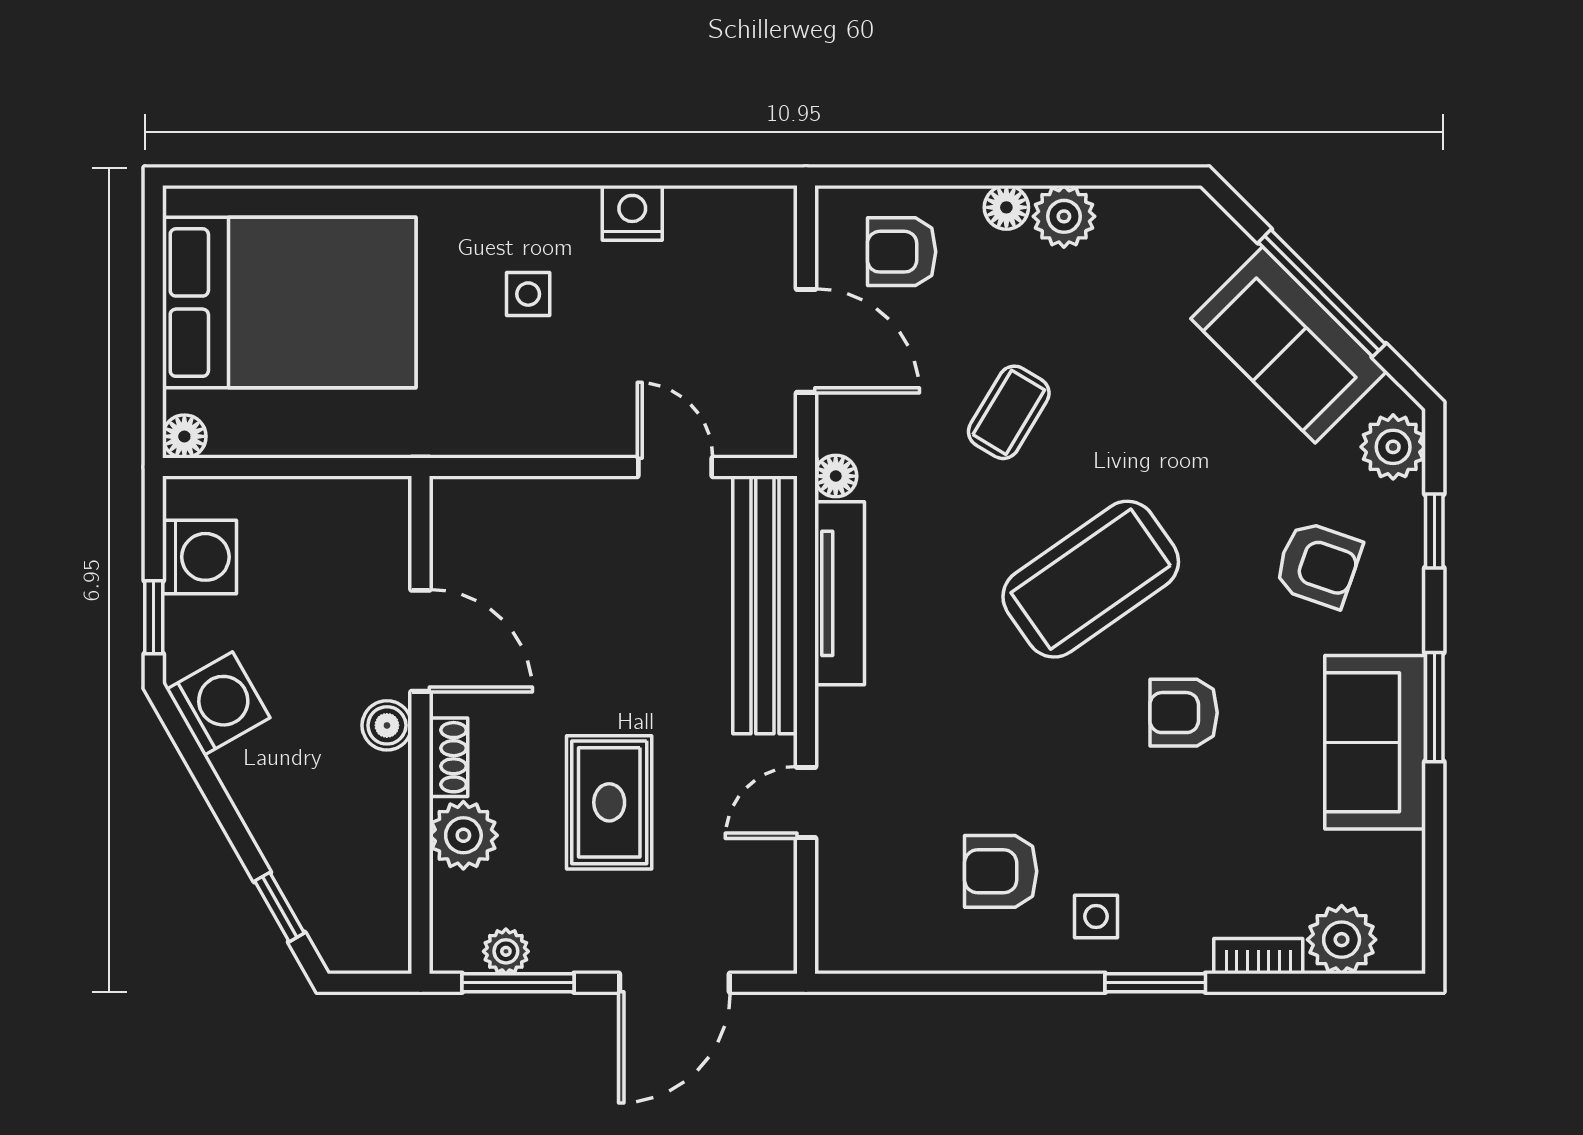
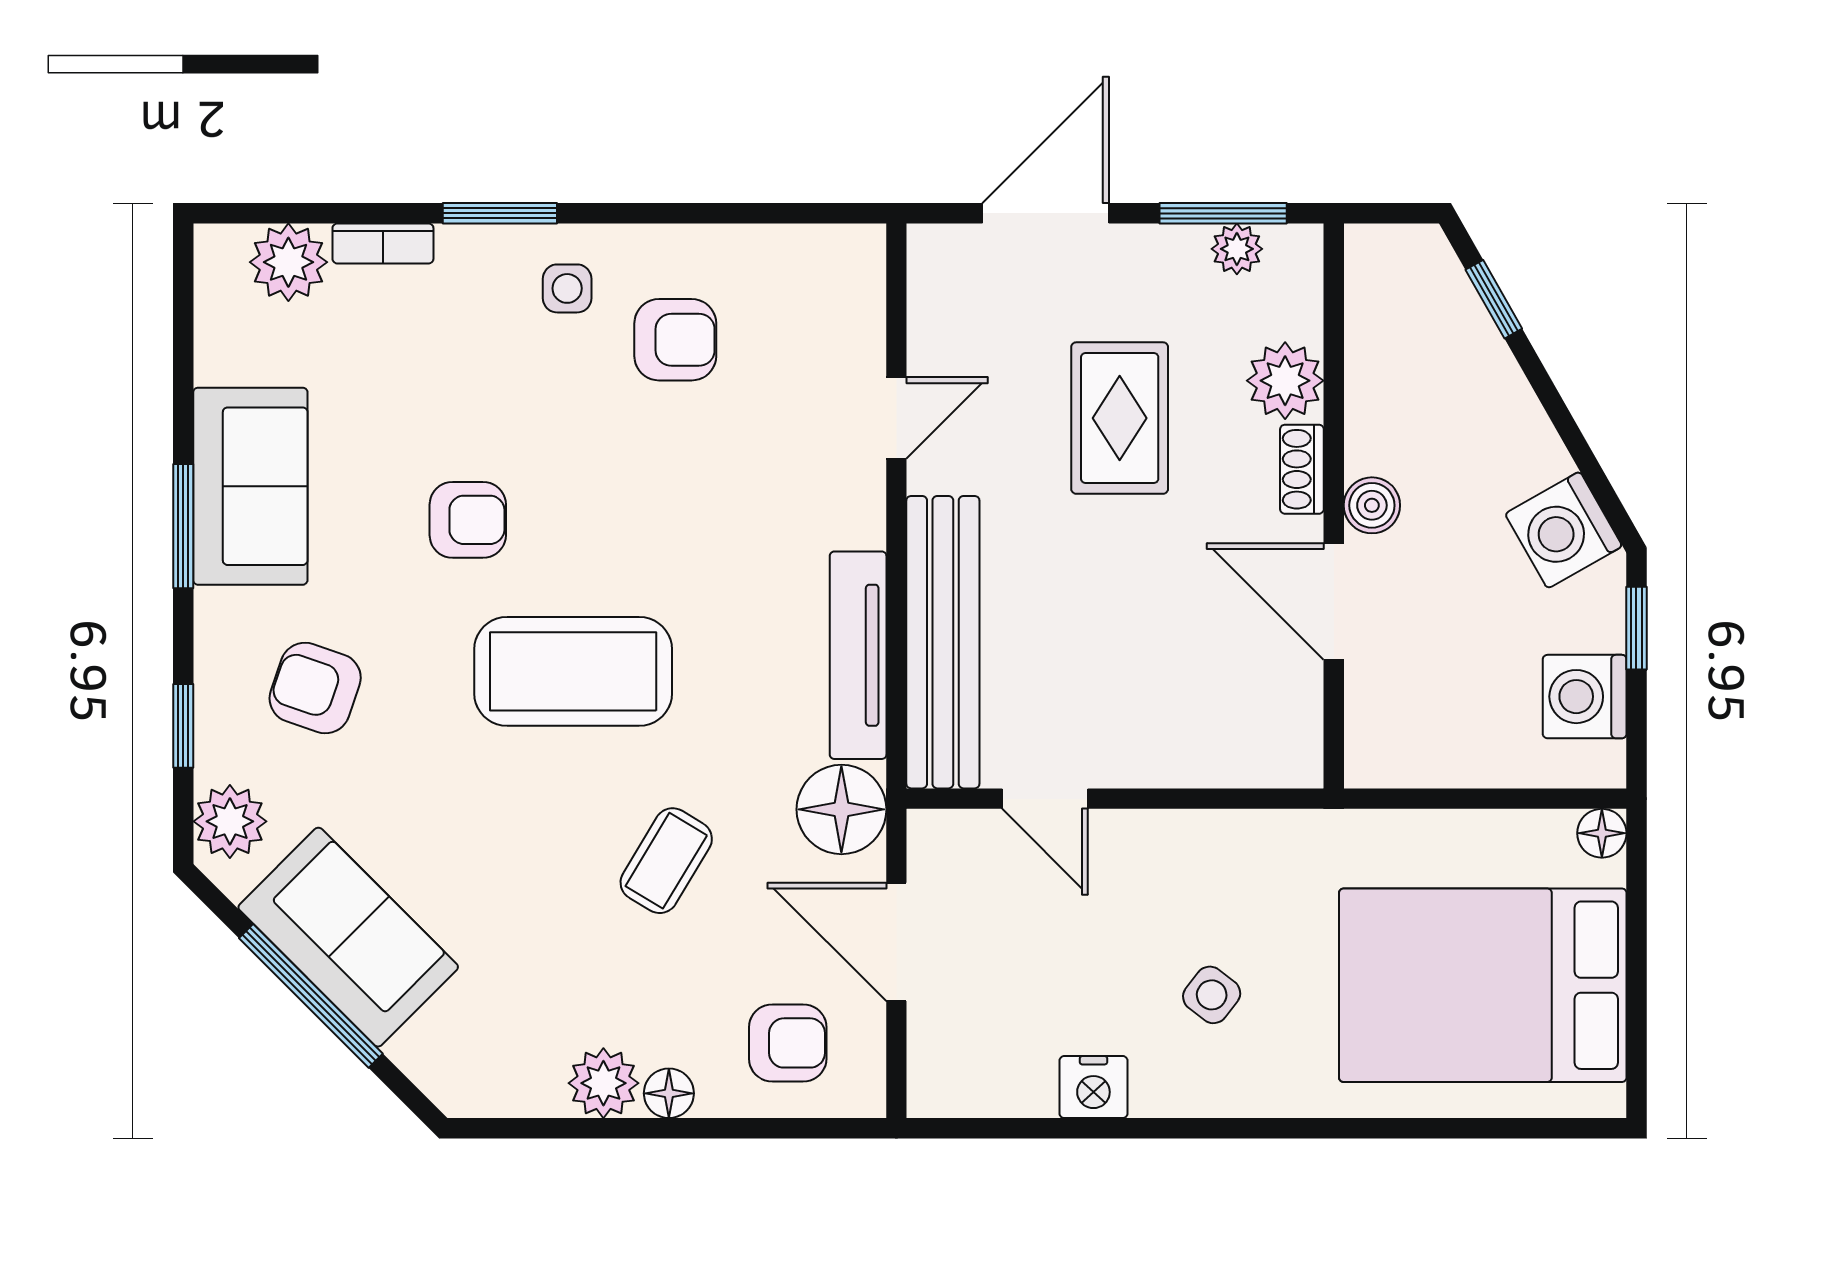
side table: (528, 294) -> (1212, 995), turned 38
floor lamp: (836, 476) -> (841, 809), width x1.89, depth x1.89
coffee table: (1091, 579) -> (573, 671), turned 35

